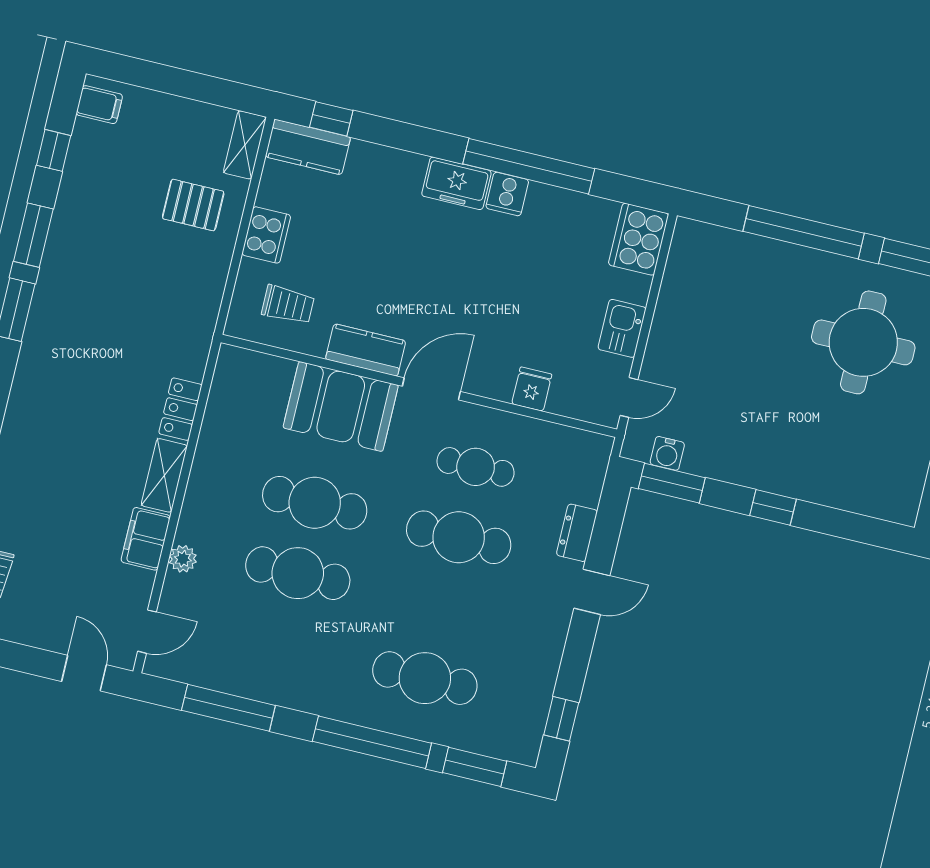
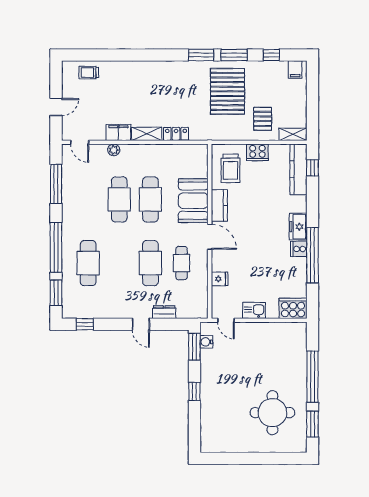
kitchen counter: (308, 147) -> (298, 169), width x1.50
pallet: (112, 270) -> (228, 91), added
trolley: (288, 305) -> (230, 168), width x1.36, depth x1.39
door: (84, 673) -> (56, 107), moved

